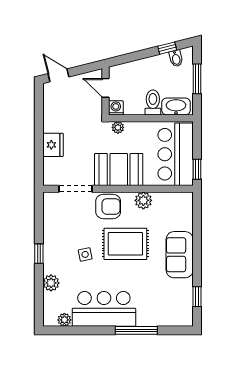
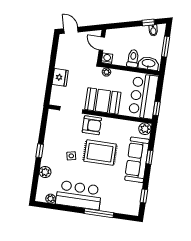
plant: (143, 200) -> (145, 129), moved
window: (197, 240) -> (149, 157), added
sofa: (180, 255) -> (137, 160), width x1.36

